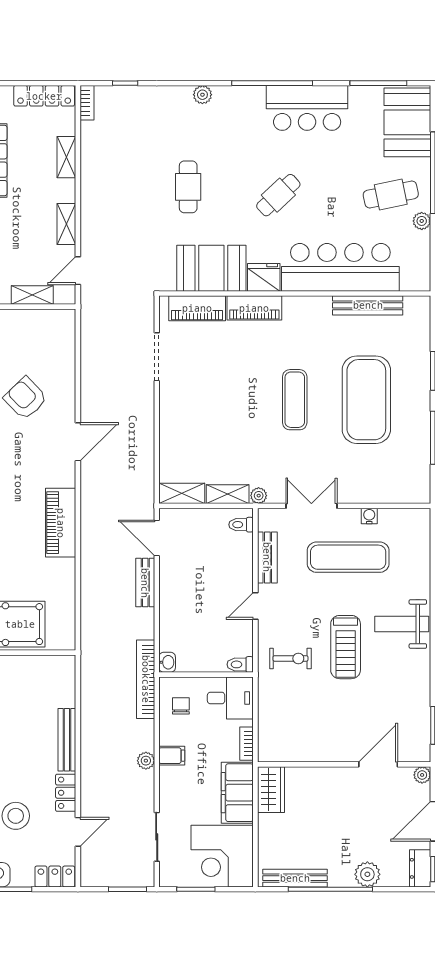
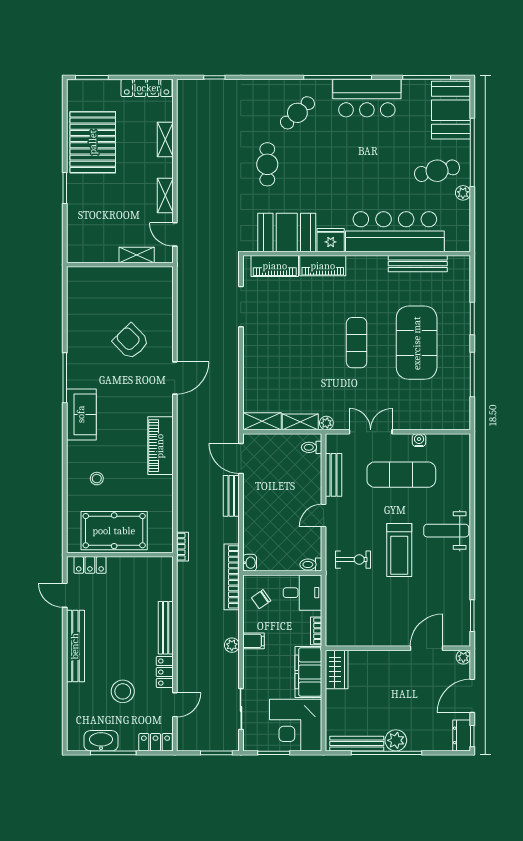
plant: (202, 95) -> (279, 87), removed
bookcase: (87, 103) -> (183, 547), moved
cafe table: (278, 195) -> (297, 113), moved
door: (78, 271) -> (175, 234), hinge flipped
chair: (181, 706) -> (261, 599), turned -125
plant: (367, 874) -> (396, 740), moved

